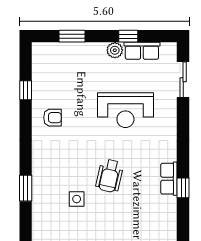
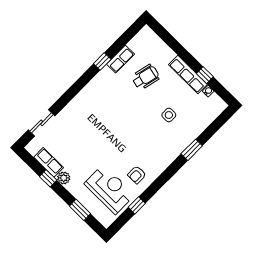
reception desk: (125, 110) -> (109, 189), moved
armchair: (52, 118) -> (137, 175), turned -90
wheelchair: (110, 176) -> (146, 77), moved
row of seats: (169, 179) -> (120, 59), moved

